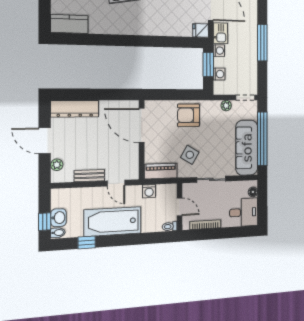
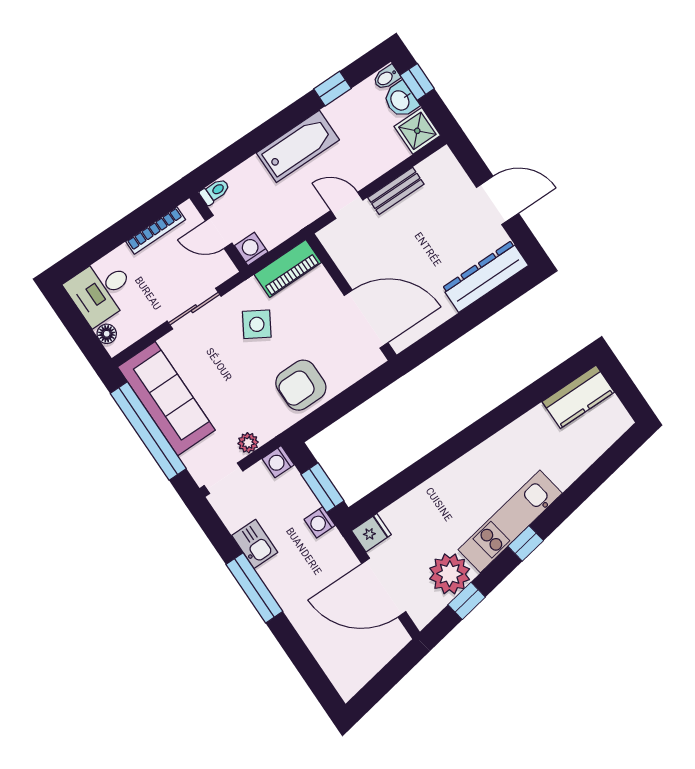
kitchen sink: (220, 33) -> (255, 544), moved, turned 180
washing machine: (219, 74) -> (278, 462), moved
armchair: (189, 115) -> (301, 385), turned 180
plant: (57, 165) -> (456, 176), removed
washing machine: (149, 191) -> (251, 249), moved
shower: (60, 198) -> (417, 131), added
bathtub: (113, 221) -> (298, 146), width x0.73, depth x0.73

